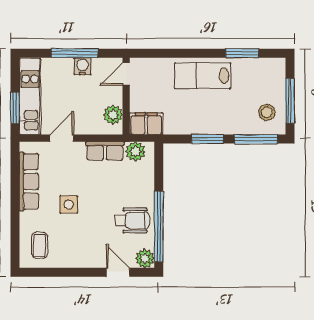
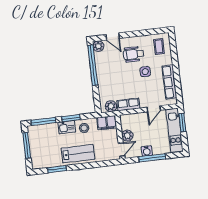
stool: (267, 112) -> (84, 128), moved
plant: (113, 115) -> (127, 136), moved
kitchen sink: (217, 124) -> (67, 127), added
wheelchair: (132, 220) -> (133, 54), moved

